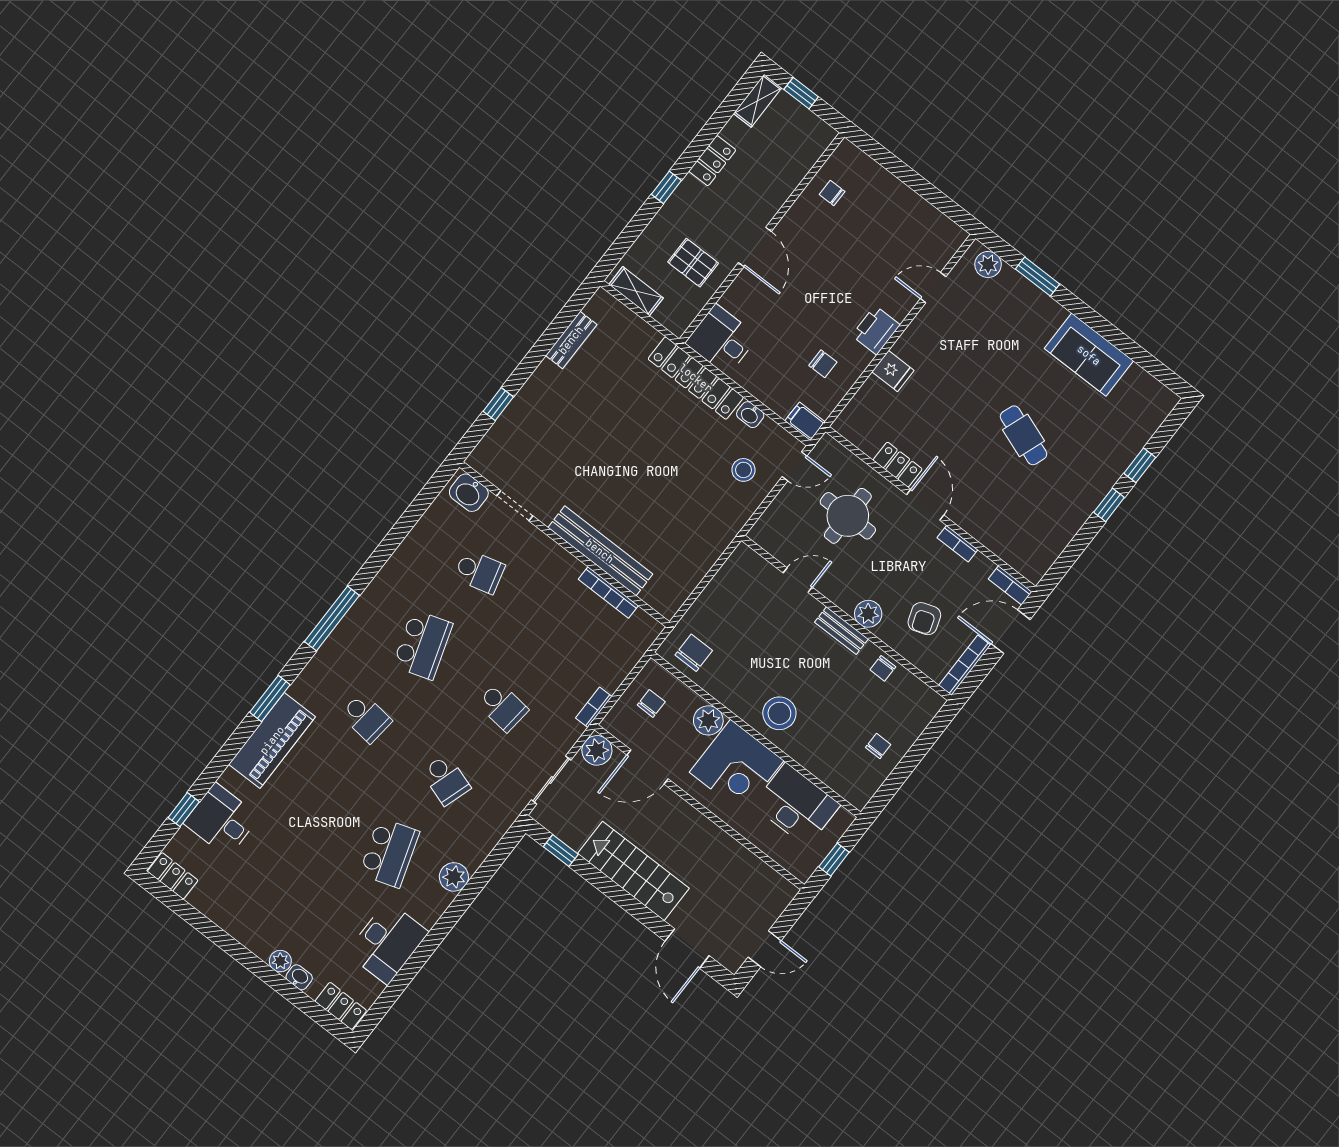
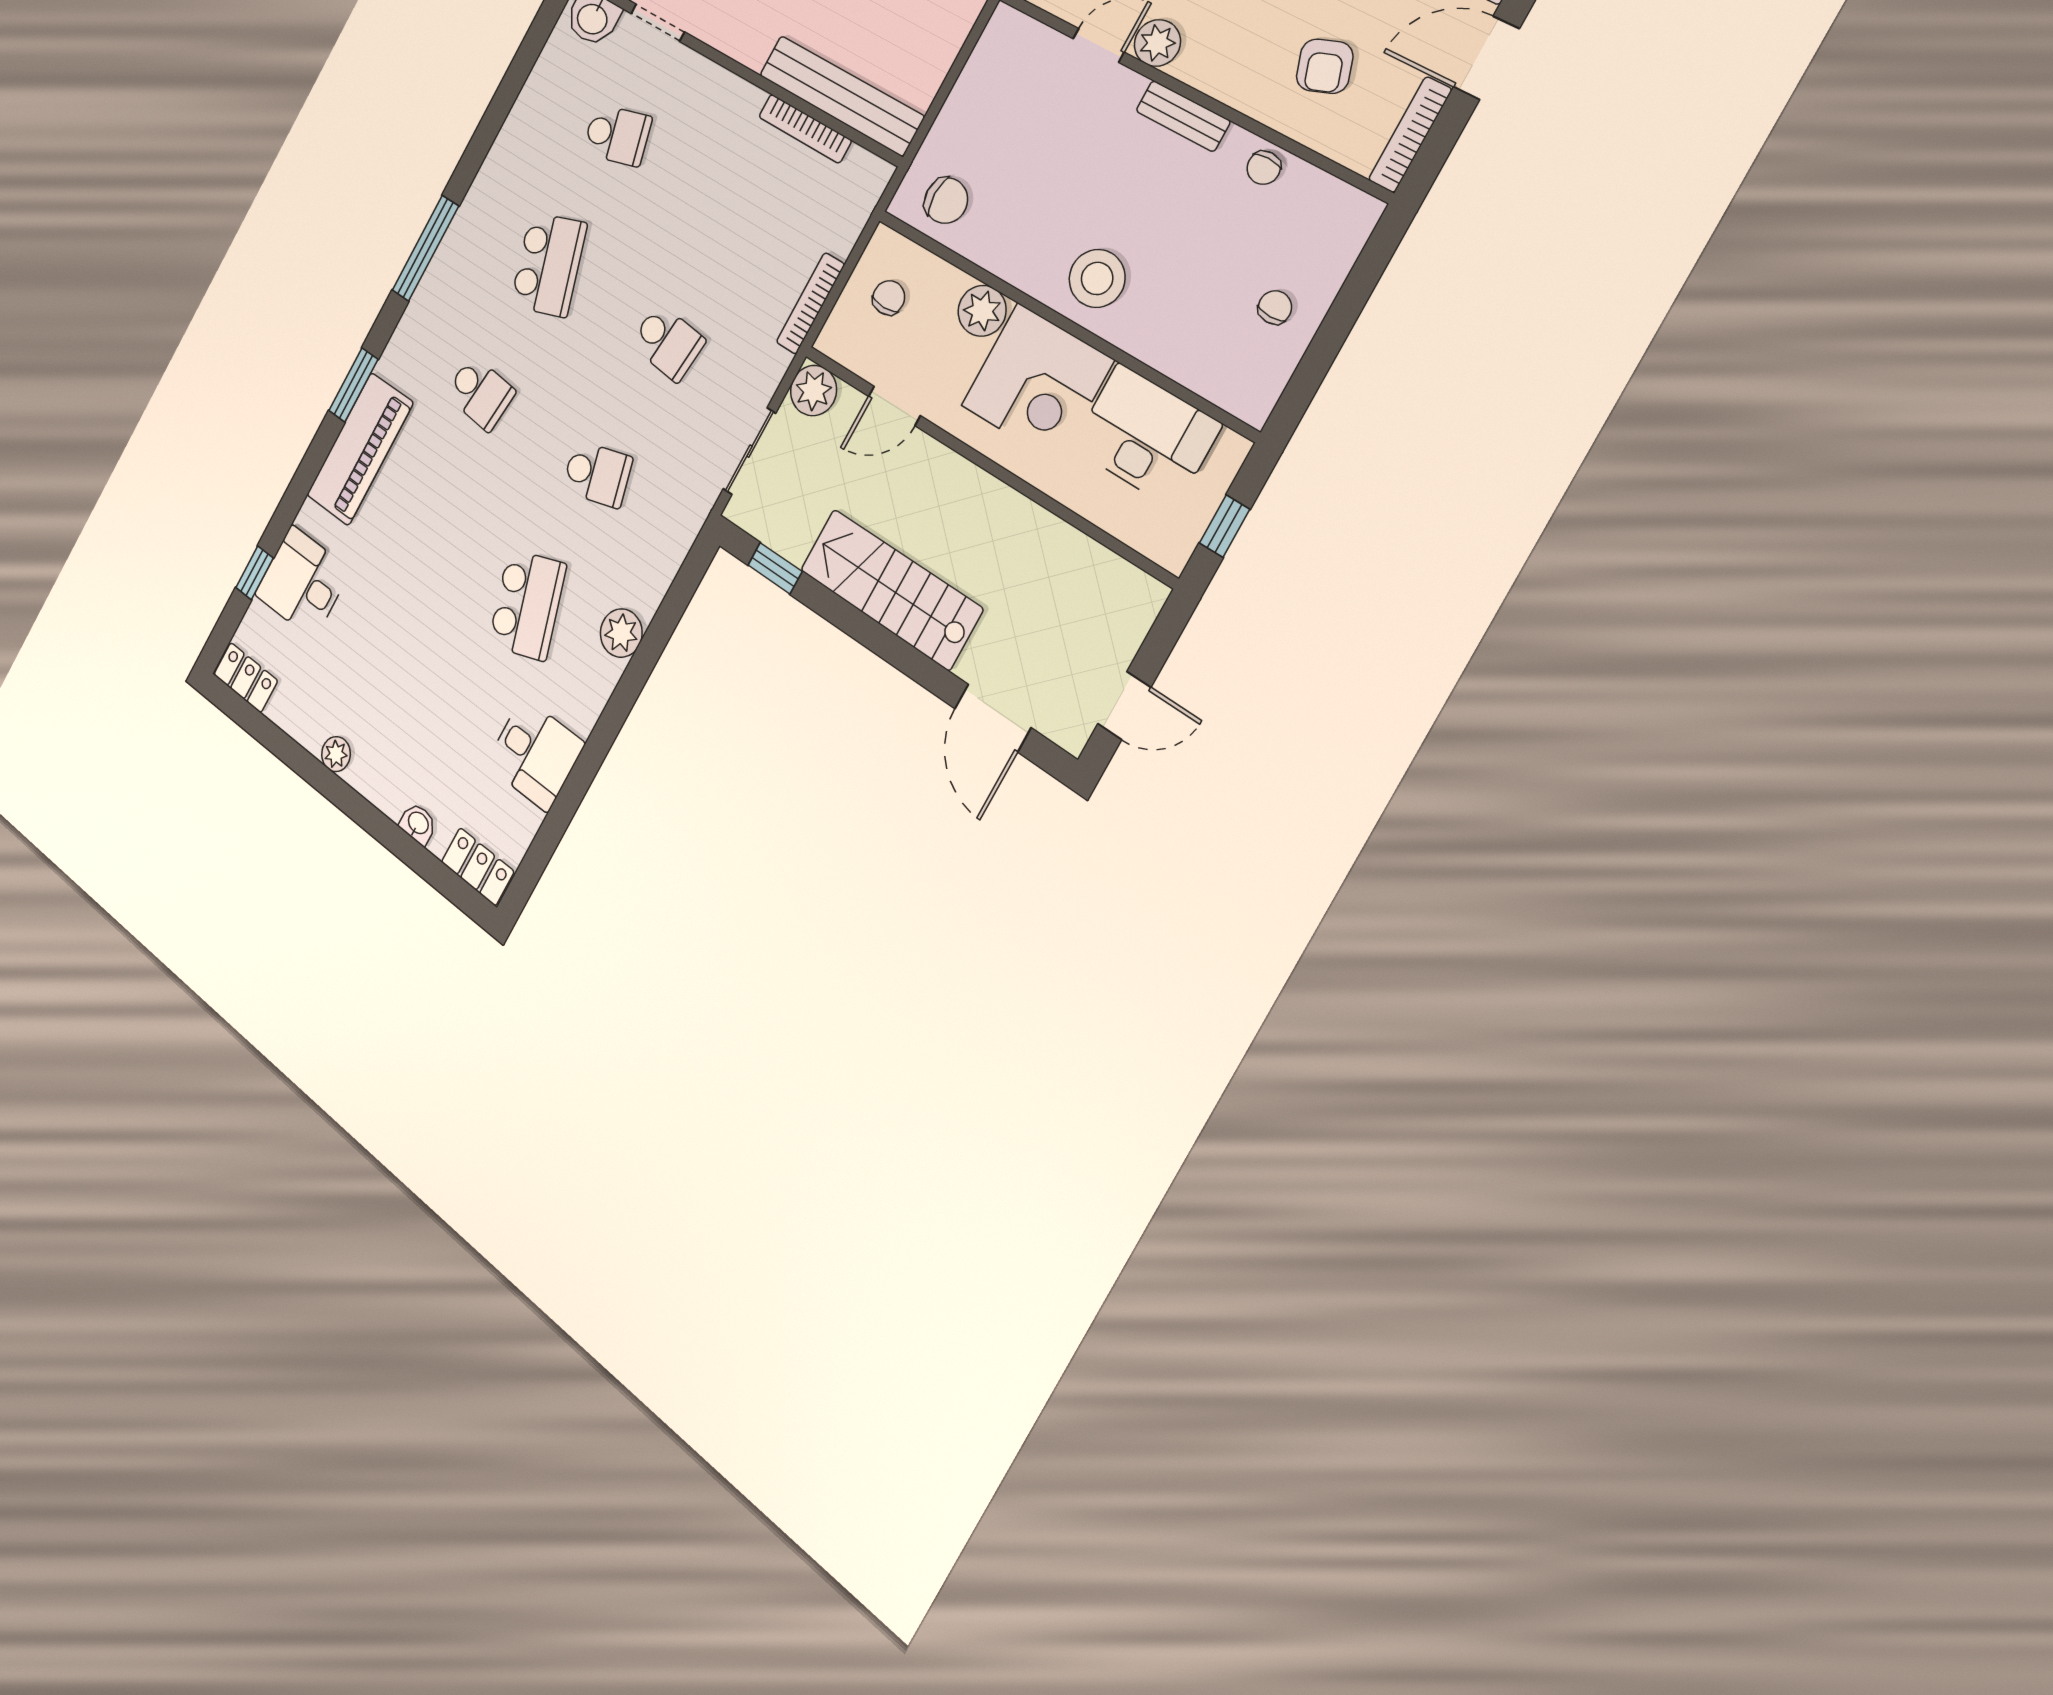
bench: (600, 551) -> (841, 95), moved
plant: (868, 614) -> (1157, 43), moved
chair: (694, 653) -> (946, 201), turned 90
bookcase: (594, 707) -> (810, 303), width x1.56
door: (648, 767) -> (894, 406), width x0.73
school desk: (446, 780) -> (597, 474), turned -33
desk: (387, 943) -> (535, 754), width x0.73
plant: (280, 961) -> (336, 754), moved

